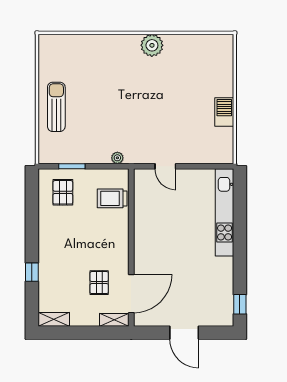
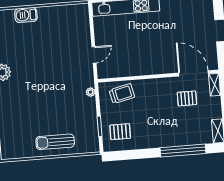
barbecue: (224, 112) -> (26, 15), moved
trolley: (112, 198) -> (122, 94), turned -103
window: (32, 272) -> (183, 151), width x3.17

